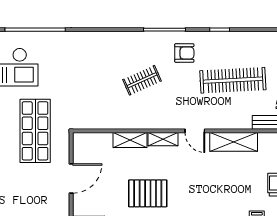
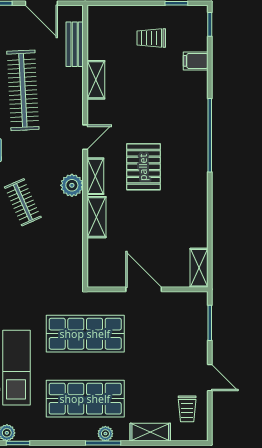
plant: (156, 120) -> (72, 185), added
shelving: (234, 142) -> (96, 80), width x0.67, depth x0.75
pallet: (148, 193) -> (143, 167), moved

